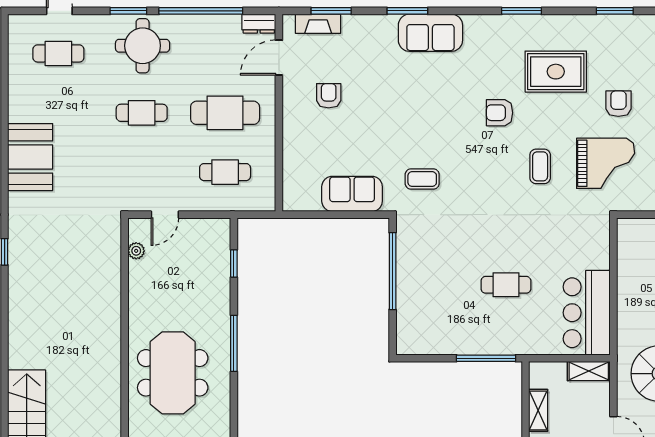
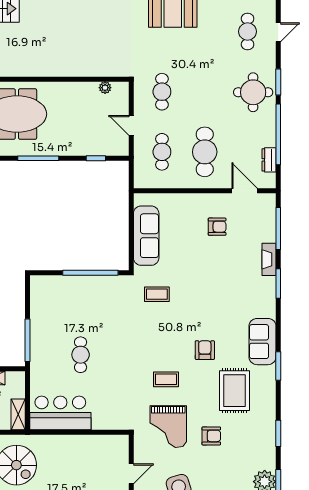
window: (331, 11) -> (278, 228), width x1.44
dresser: (259, 24) -> (269, 160), moved
fireplace: (318, 24) -> (269, 259), moved
sofa: (430, 33) -> (263, 342), moved
cafe table: (142, 113) -> (162, 92), moved
coffee table: (422, 179) -> (157, 294), turned 90
sofa: (352, 194) -> (146, 236), width x1.36
door: (165, 215) -> (131, 125), moved

